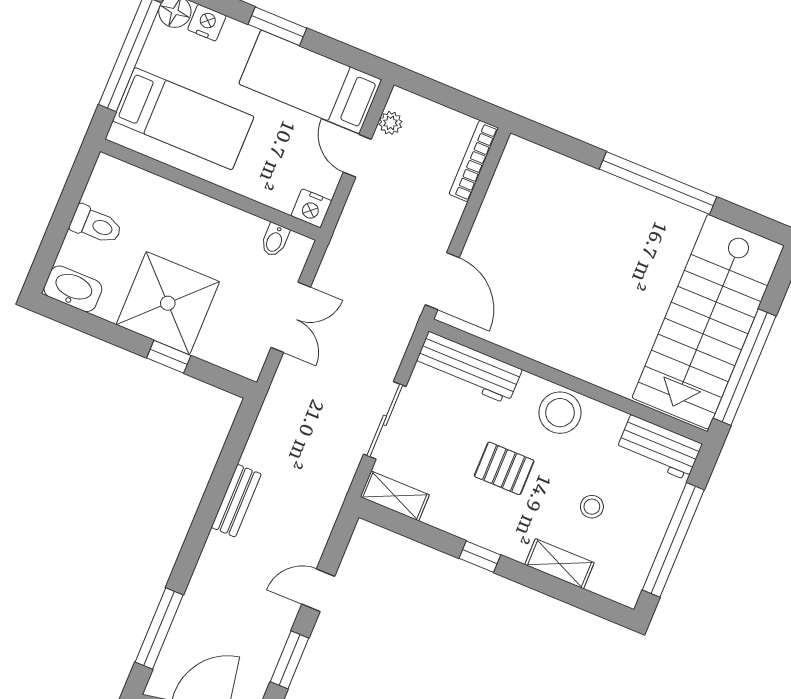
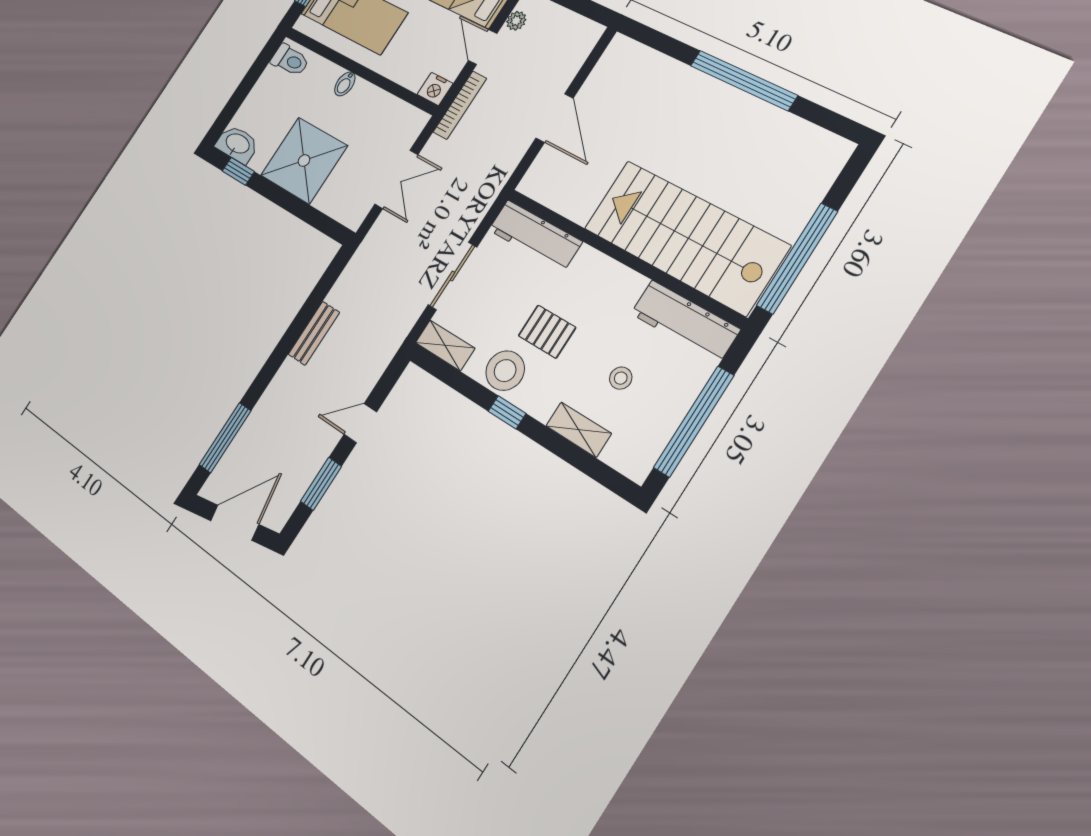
bookcase: (474, 161) -> (460, 105), moved, turned 180
toilet: (96, 225) -> (290, 60), moved
bidet: (275, 240) -> (345, 84), moved
door: (442, 281) -> (555, 118), moved
stairs: (708, 322) -> (685, 237), moved, turned 90
window: (169, 357) -> (238, 171), moved
stool: (560, 413) -> (505, 371), moved
workbench: (659, 448) -> (685, 321), width x1.37

